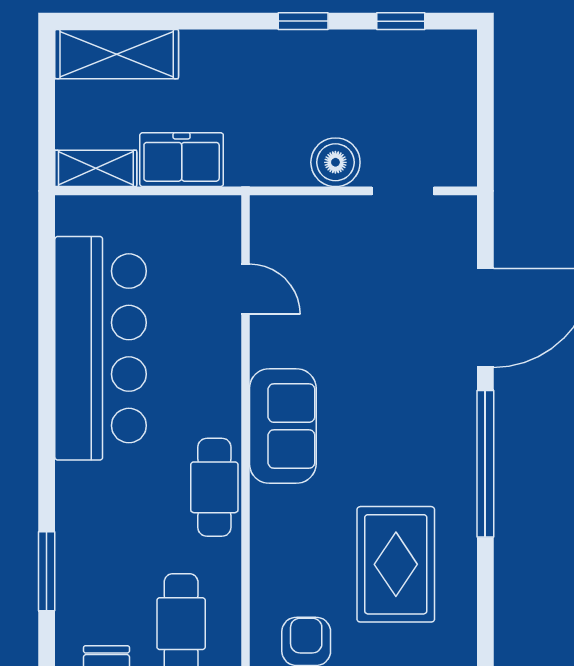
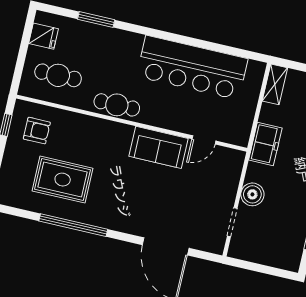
freezer: (182, 160) -> (265, 144), moved
sofa: (283, 426) -> (159, 147), moved
window: (485, 464) -> (73, 225), moved

